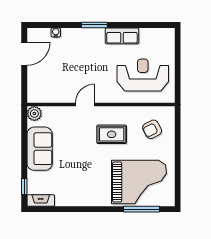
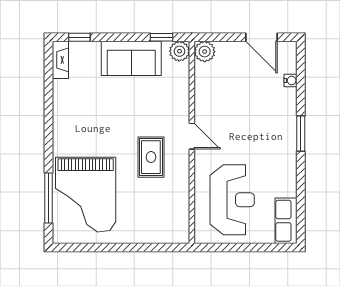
row of seats: (122, 36) -> (286, 221), moved
plant: (35, 95) -> (205, 52), added
door: (85, 104) -> (192, 136), moved
window: (24, 127) -> (161, 37), added
armchair: (152, 129) -> (158, 212), removed

